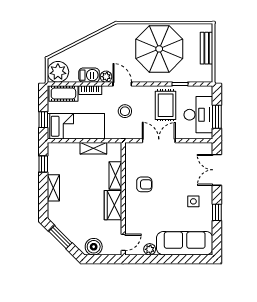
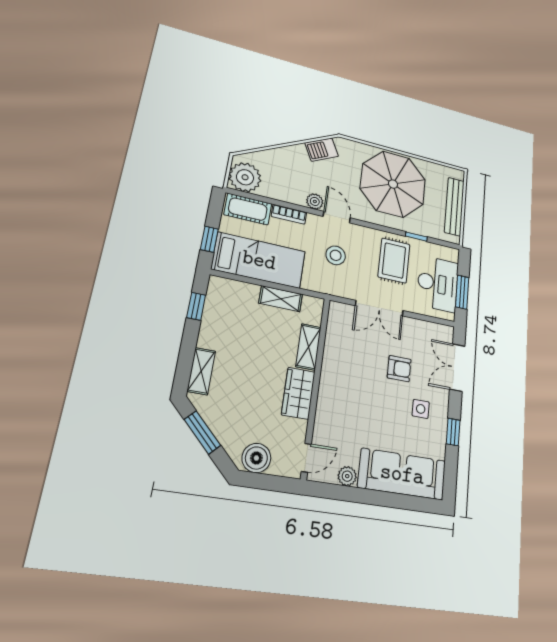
bench: (207, 48) -> (454, 207), width x1.36
barbecue: (89, 75) -> (322, 150), moved, turned 153
double door: (159, 141) -> (379, 308), swing flipped
armchair: (144, 184) -> (399, 369), moved
shelving: (53, 188) -> (201, 371), moved

